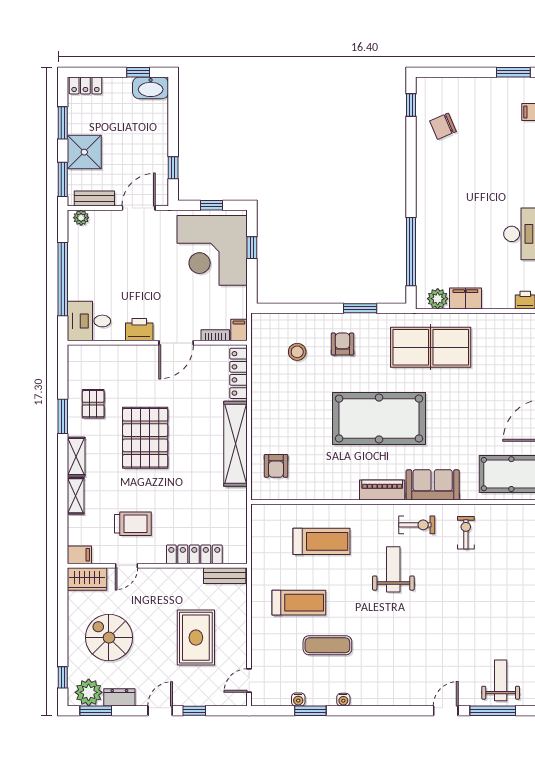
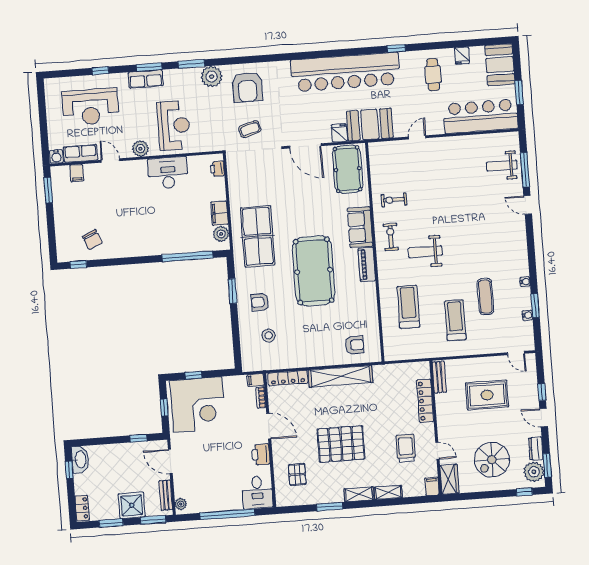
pallet: (93, 404) -> (297, 475), moved, turned 90

